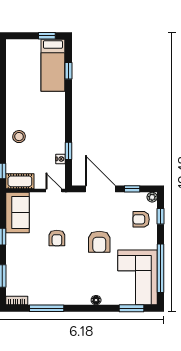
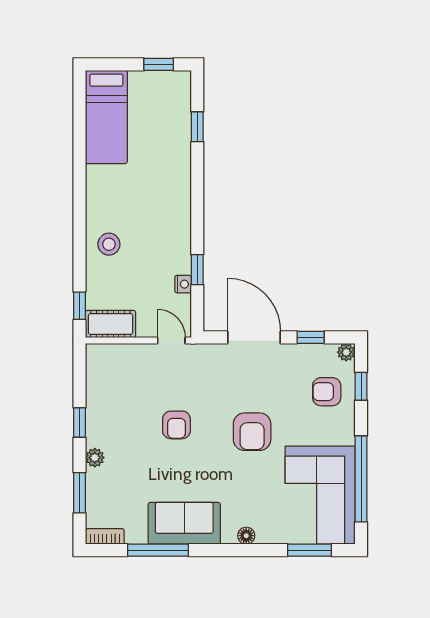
bed: (53, 65) -> (106, 117), moved
sofa: (18, 212) -> (184, 523), moved, turned -90
plant: (11, 256) -> (95, 458), added

